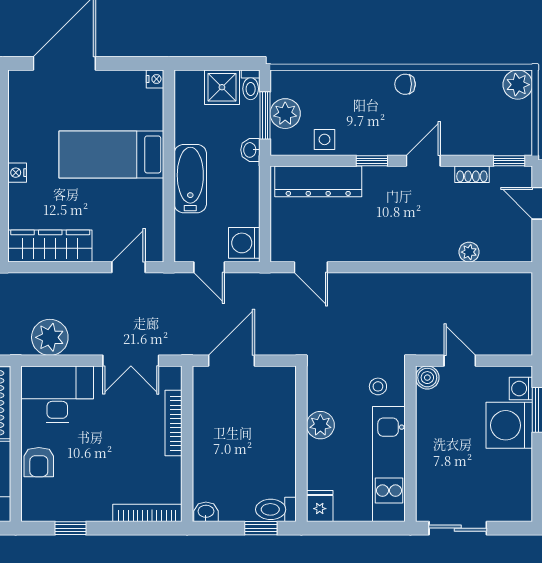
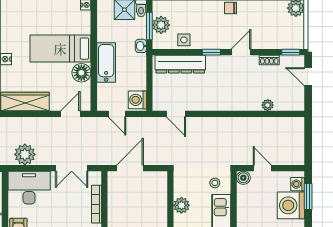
floor lamp: (148, 196) -> (81, 73), added

